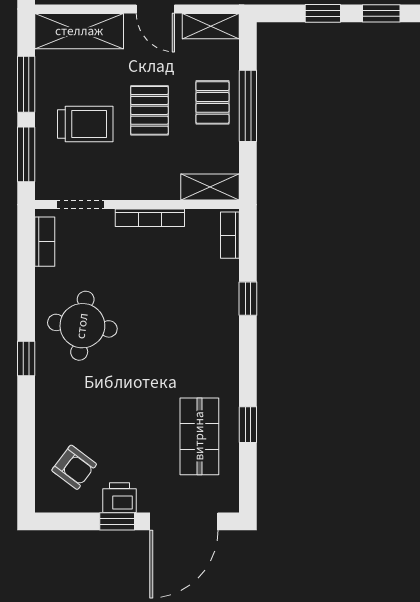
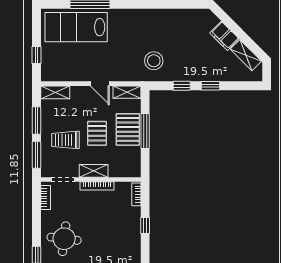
shelving: (79, 31) -> (55, 92), width x0.67, depth x0.75
pallet: (212, 102) -> (128, 129), width x1.50, depth x1.42
trolley: (85, 124) -> (66, 140), turned 180
shelving: (210, 187) -> (94, 171), moved

